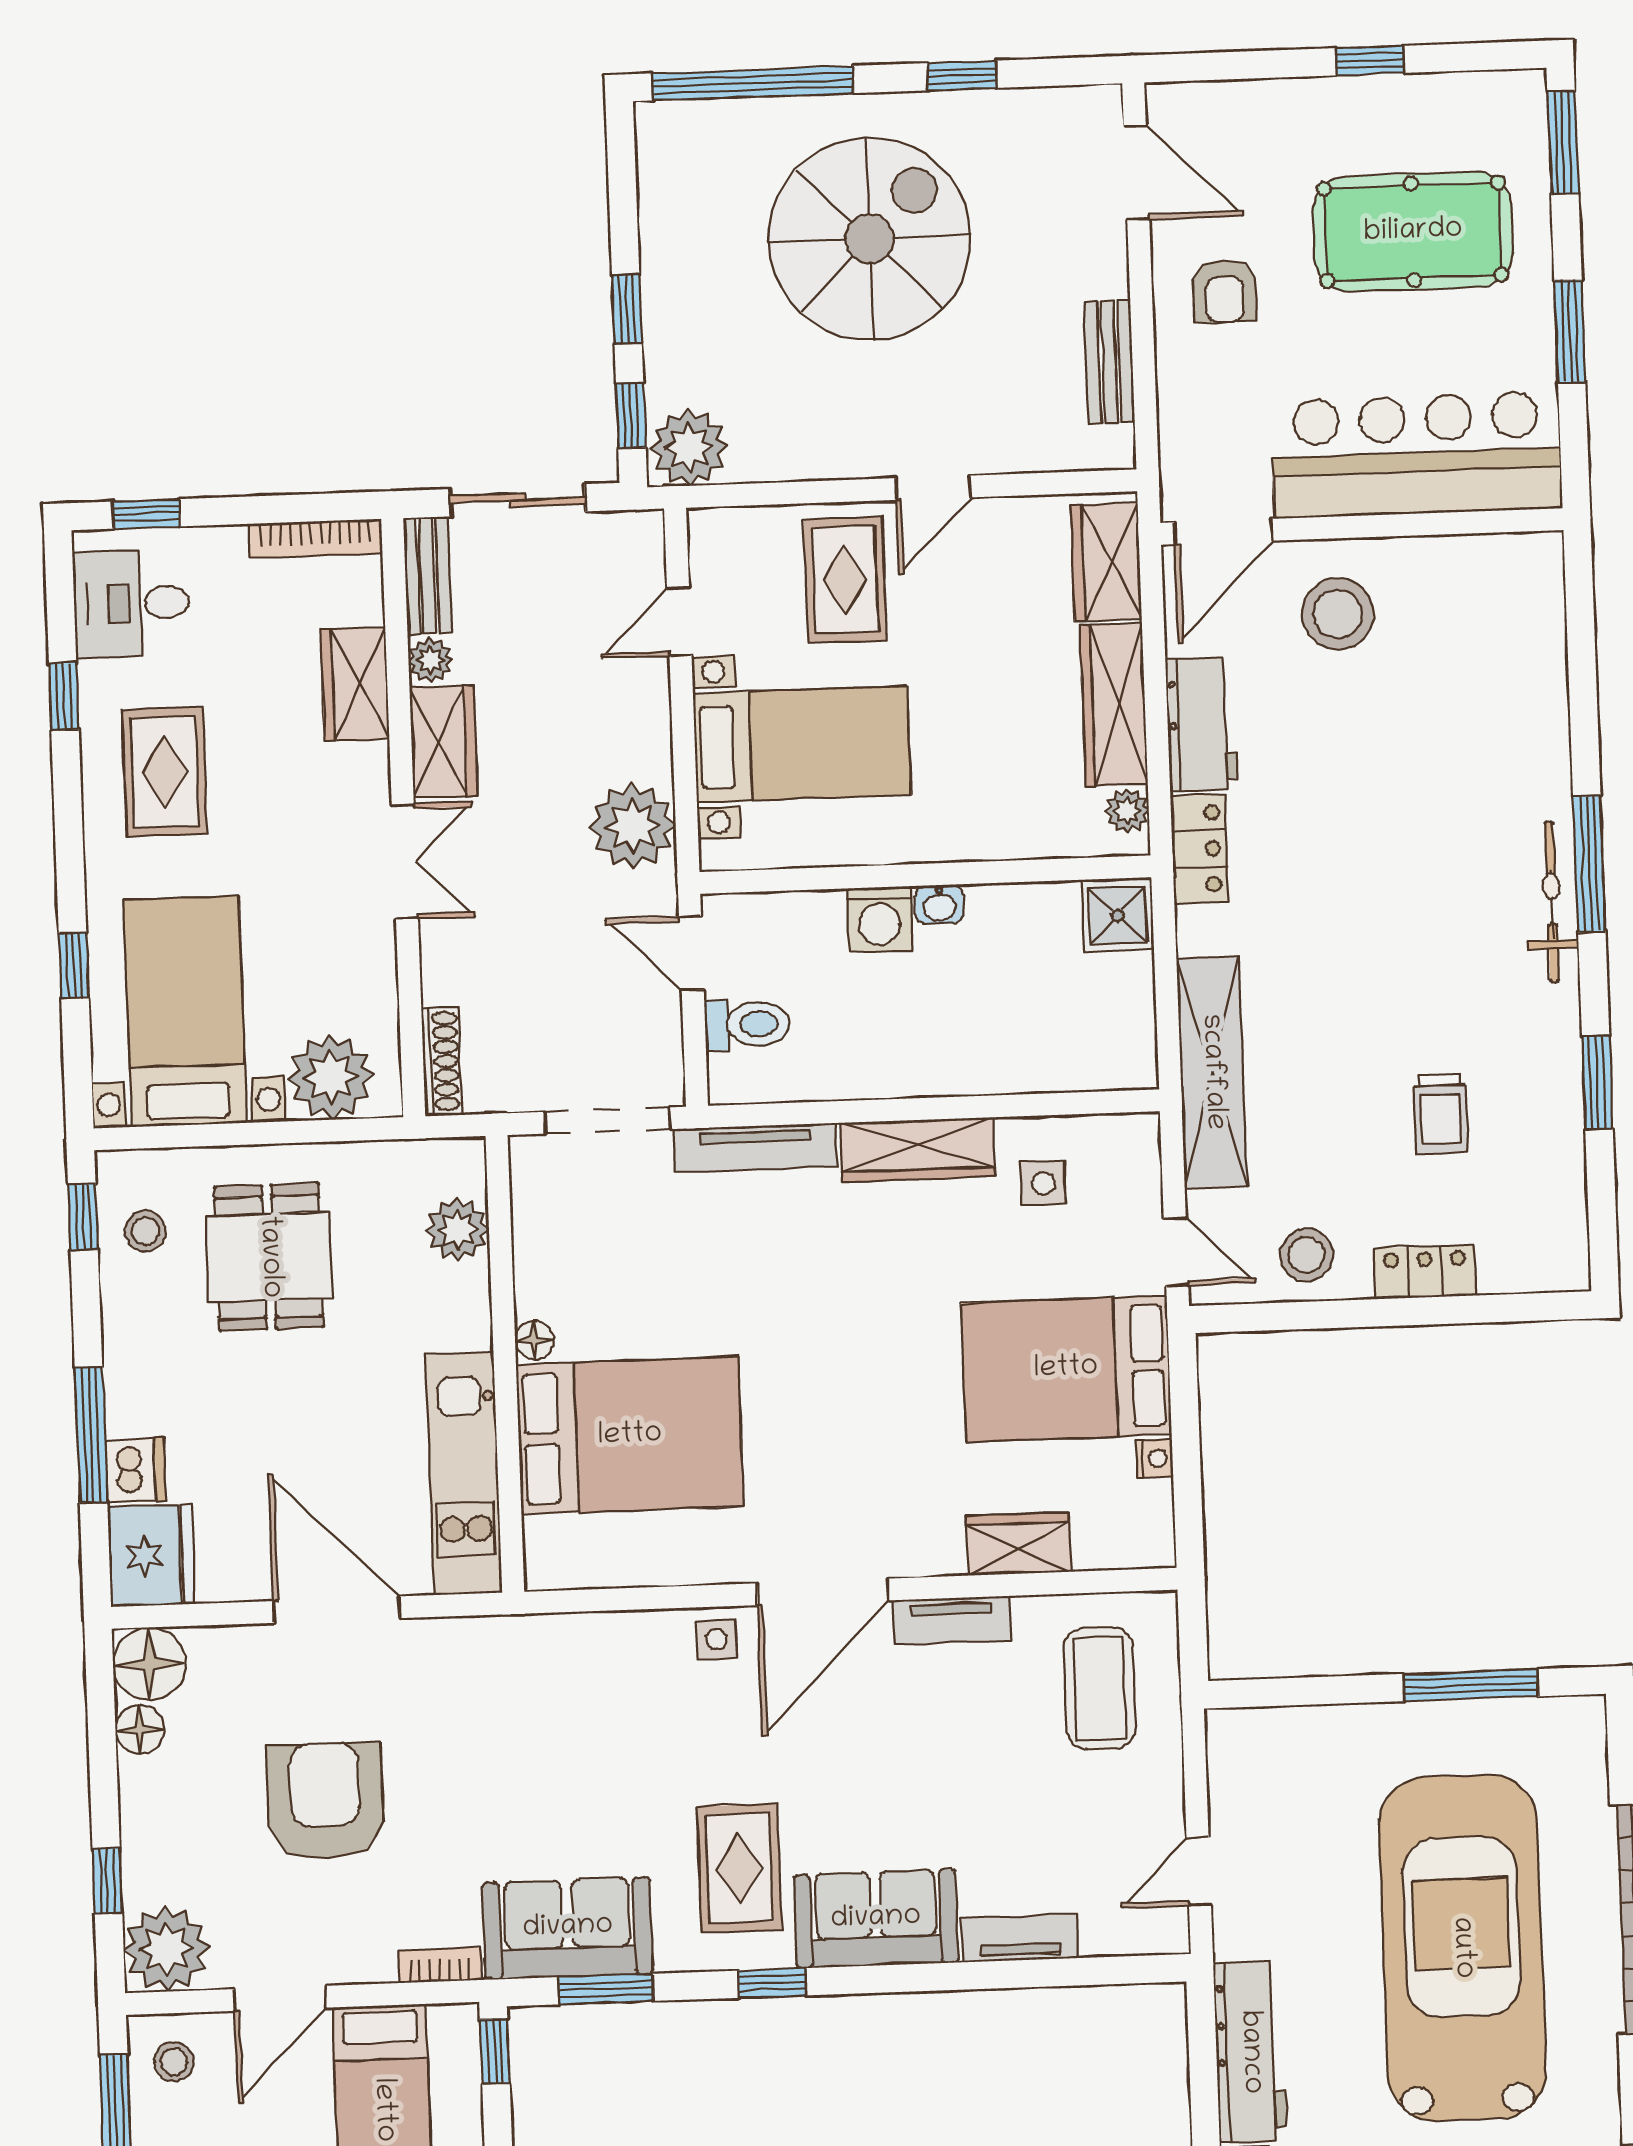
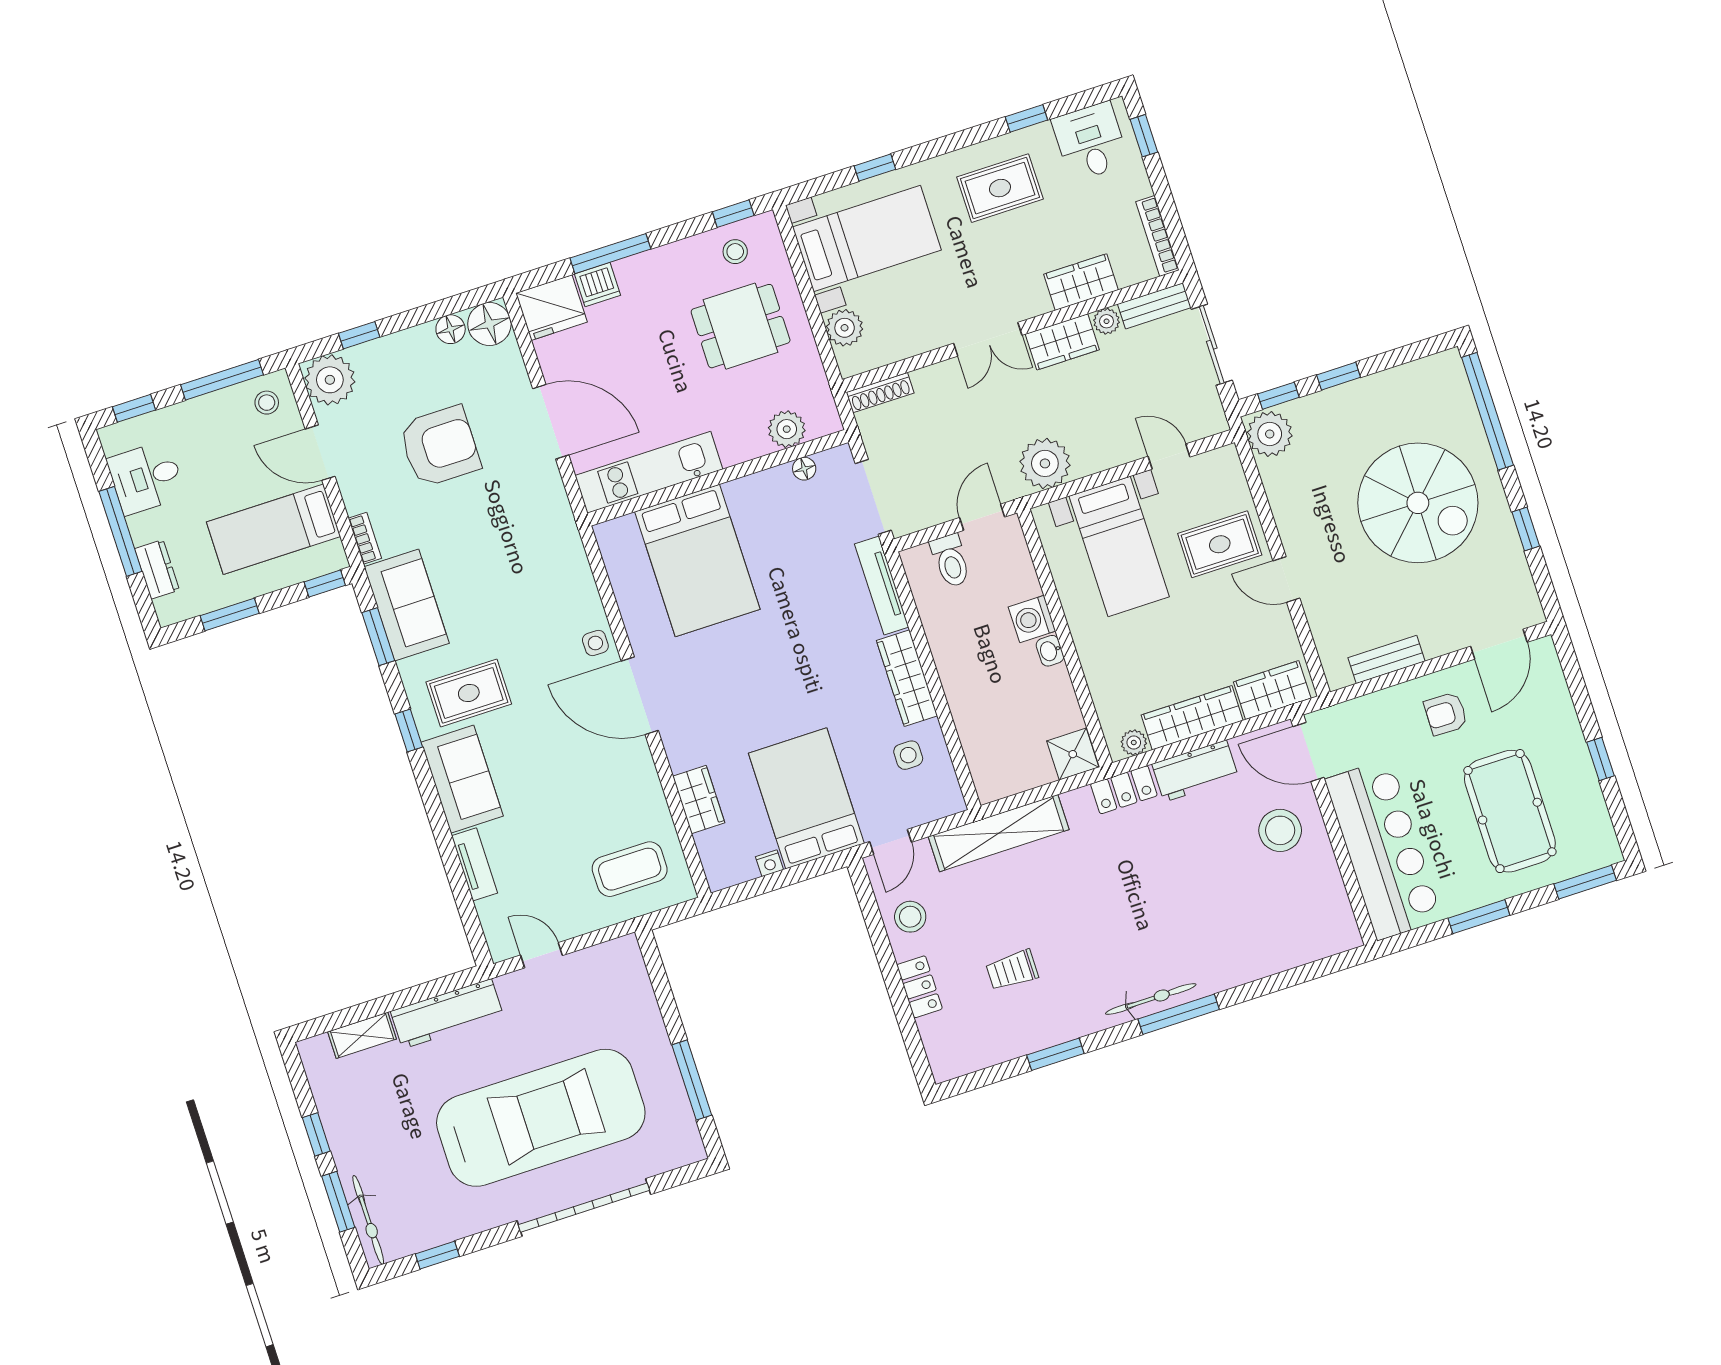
plant: (331, 1077) -> (845, 328), width x0.73, depth x0.73
floor lamp: (534, 1340) -> (804, 469), moved
door: (337, 1610) -> (551, 422), hinge flipped
tv unit: (951, 1620) -> (644, 774), removed

